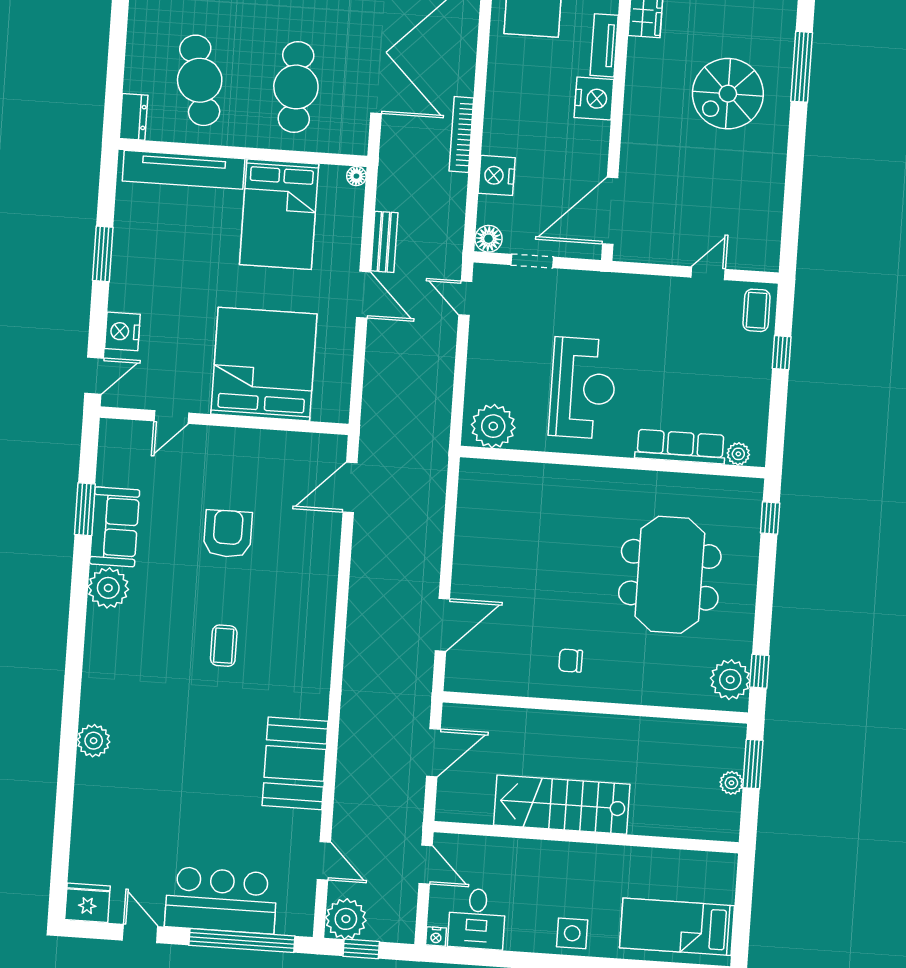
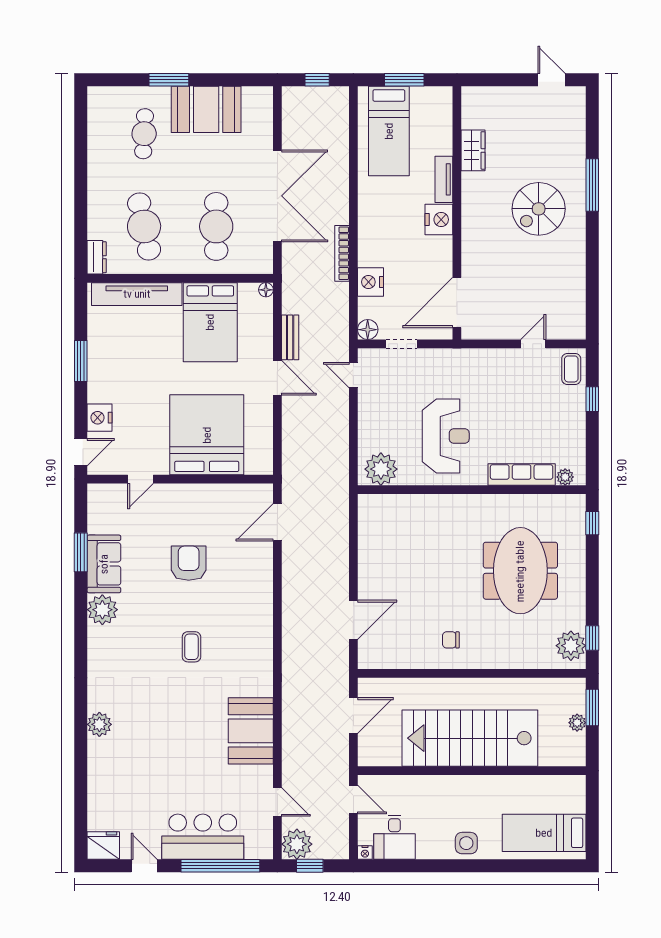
stairs: (562, 805) -> (470, 738), width x1.36, depth x1.51

